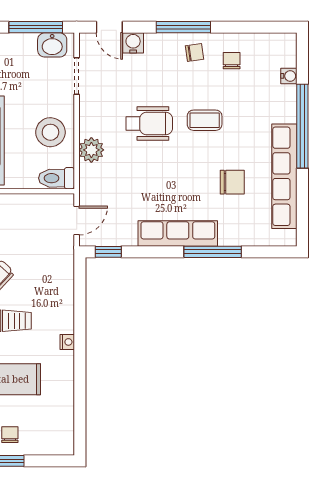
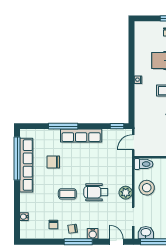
water cooler: (133, 43) -> (93, 234), moved
window: (302, 126) -> (17, 158), moved
plant: (91, 150) -> (126, 193), moved

